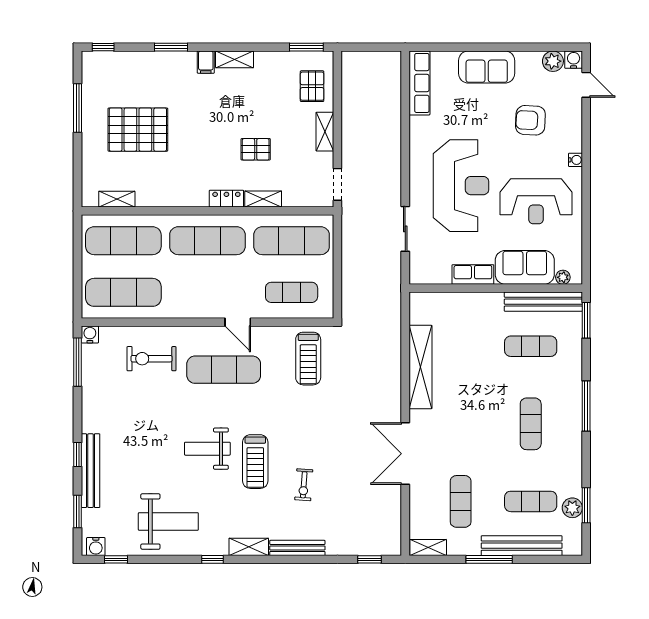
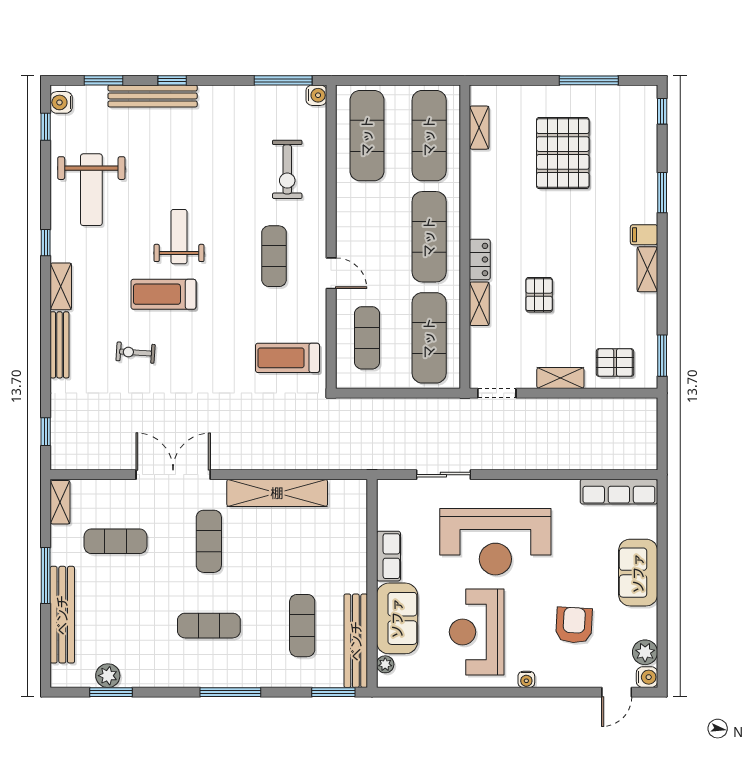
door: (238, 322) -> (331, 273), swing flipped
exercise bike: (151, 359) -> (287, 169), turned 180
exercise mat: (224, 370) -> (274, 256), width x0.73, depth x0.69
exercise mat: (531, 501) -> (209, 541), moved

